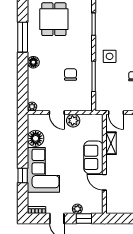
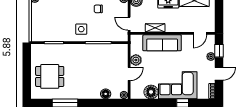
floor lamp: (33, 62) -> (106, 94), moved
chair: (71, 74) -> (97, 62), removed
door: (116, 113) -> (129, 24), swing flipped
sofa: (93, 157) -> (162, 43), width x1.36
door: (104, 182) -> (200, 33), moved

